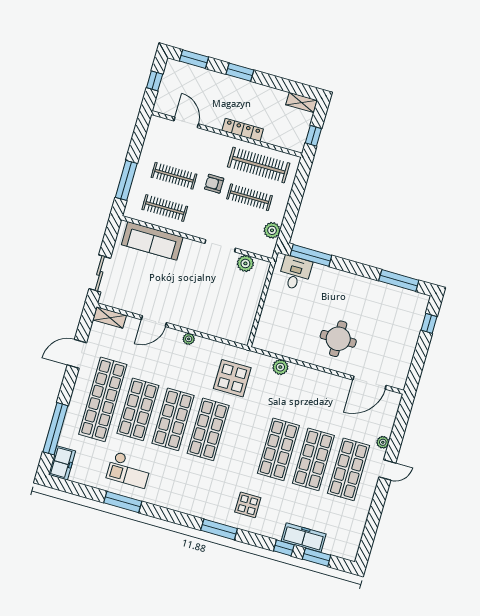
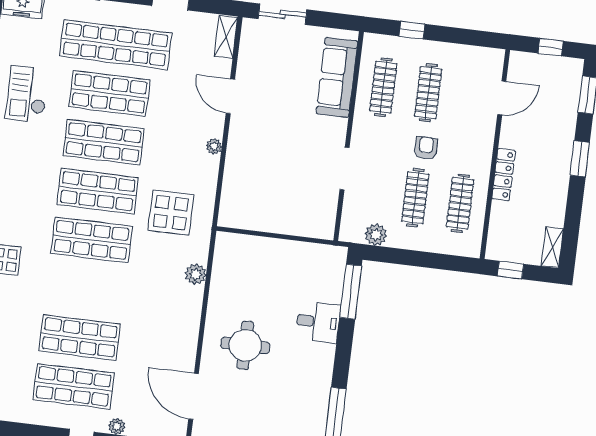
clothes rail: (259, 165) -> (460, 203), width x0.73, depth x0.76
window: (126, 180) -> (412, 30), width x0.46
plant: (245, 263) -> (326, 206), removed
desk: (295, 273) -> (318, 322), moved
shop shelf: (278, 449) -> (92, 240), moved

